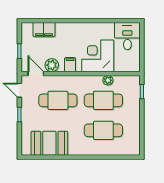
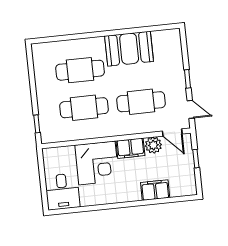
filing cabinet: (44, 30) -> (155, 190), moved
filing cabinet: (70, 65) -> (130, 148), width x2.00
plant: (108, 80) -> (81, 134), removed
booth: (49, 143) -> (129, 49), moved

